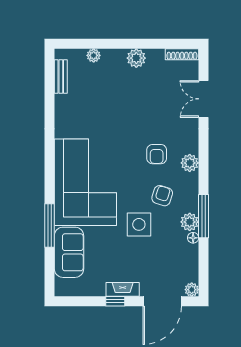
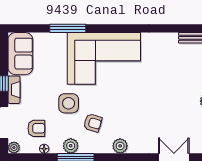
armchair: (157, 154) -> (36, 128), moved, turned 180
floor lamp: (193, 238) -> (44, 149), moved
sofa: (69, 252) -> (20, 54), moved, turned -90

